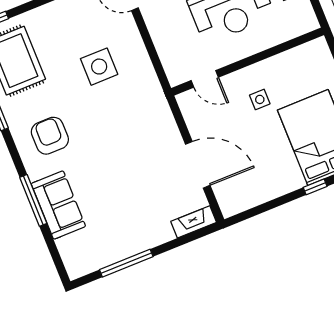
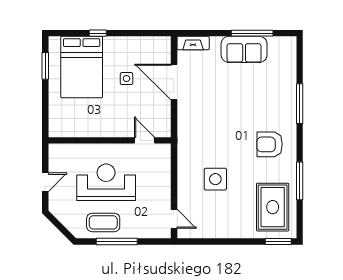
side table: (260, 99) -> (126, 79), moved
armchair: (50, 136) -> (270, 144), turned 90
sofa: (58, 205) -> (244, 49), moved, turned -90

